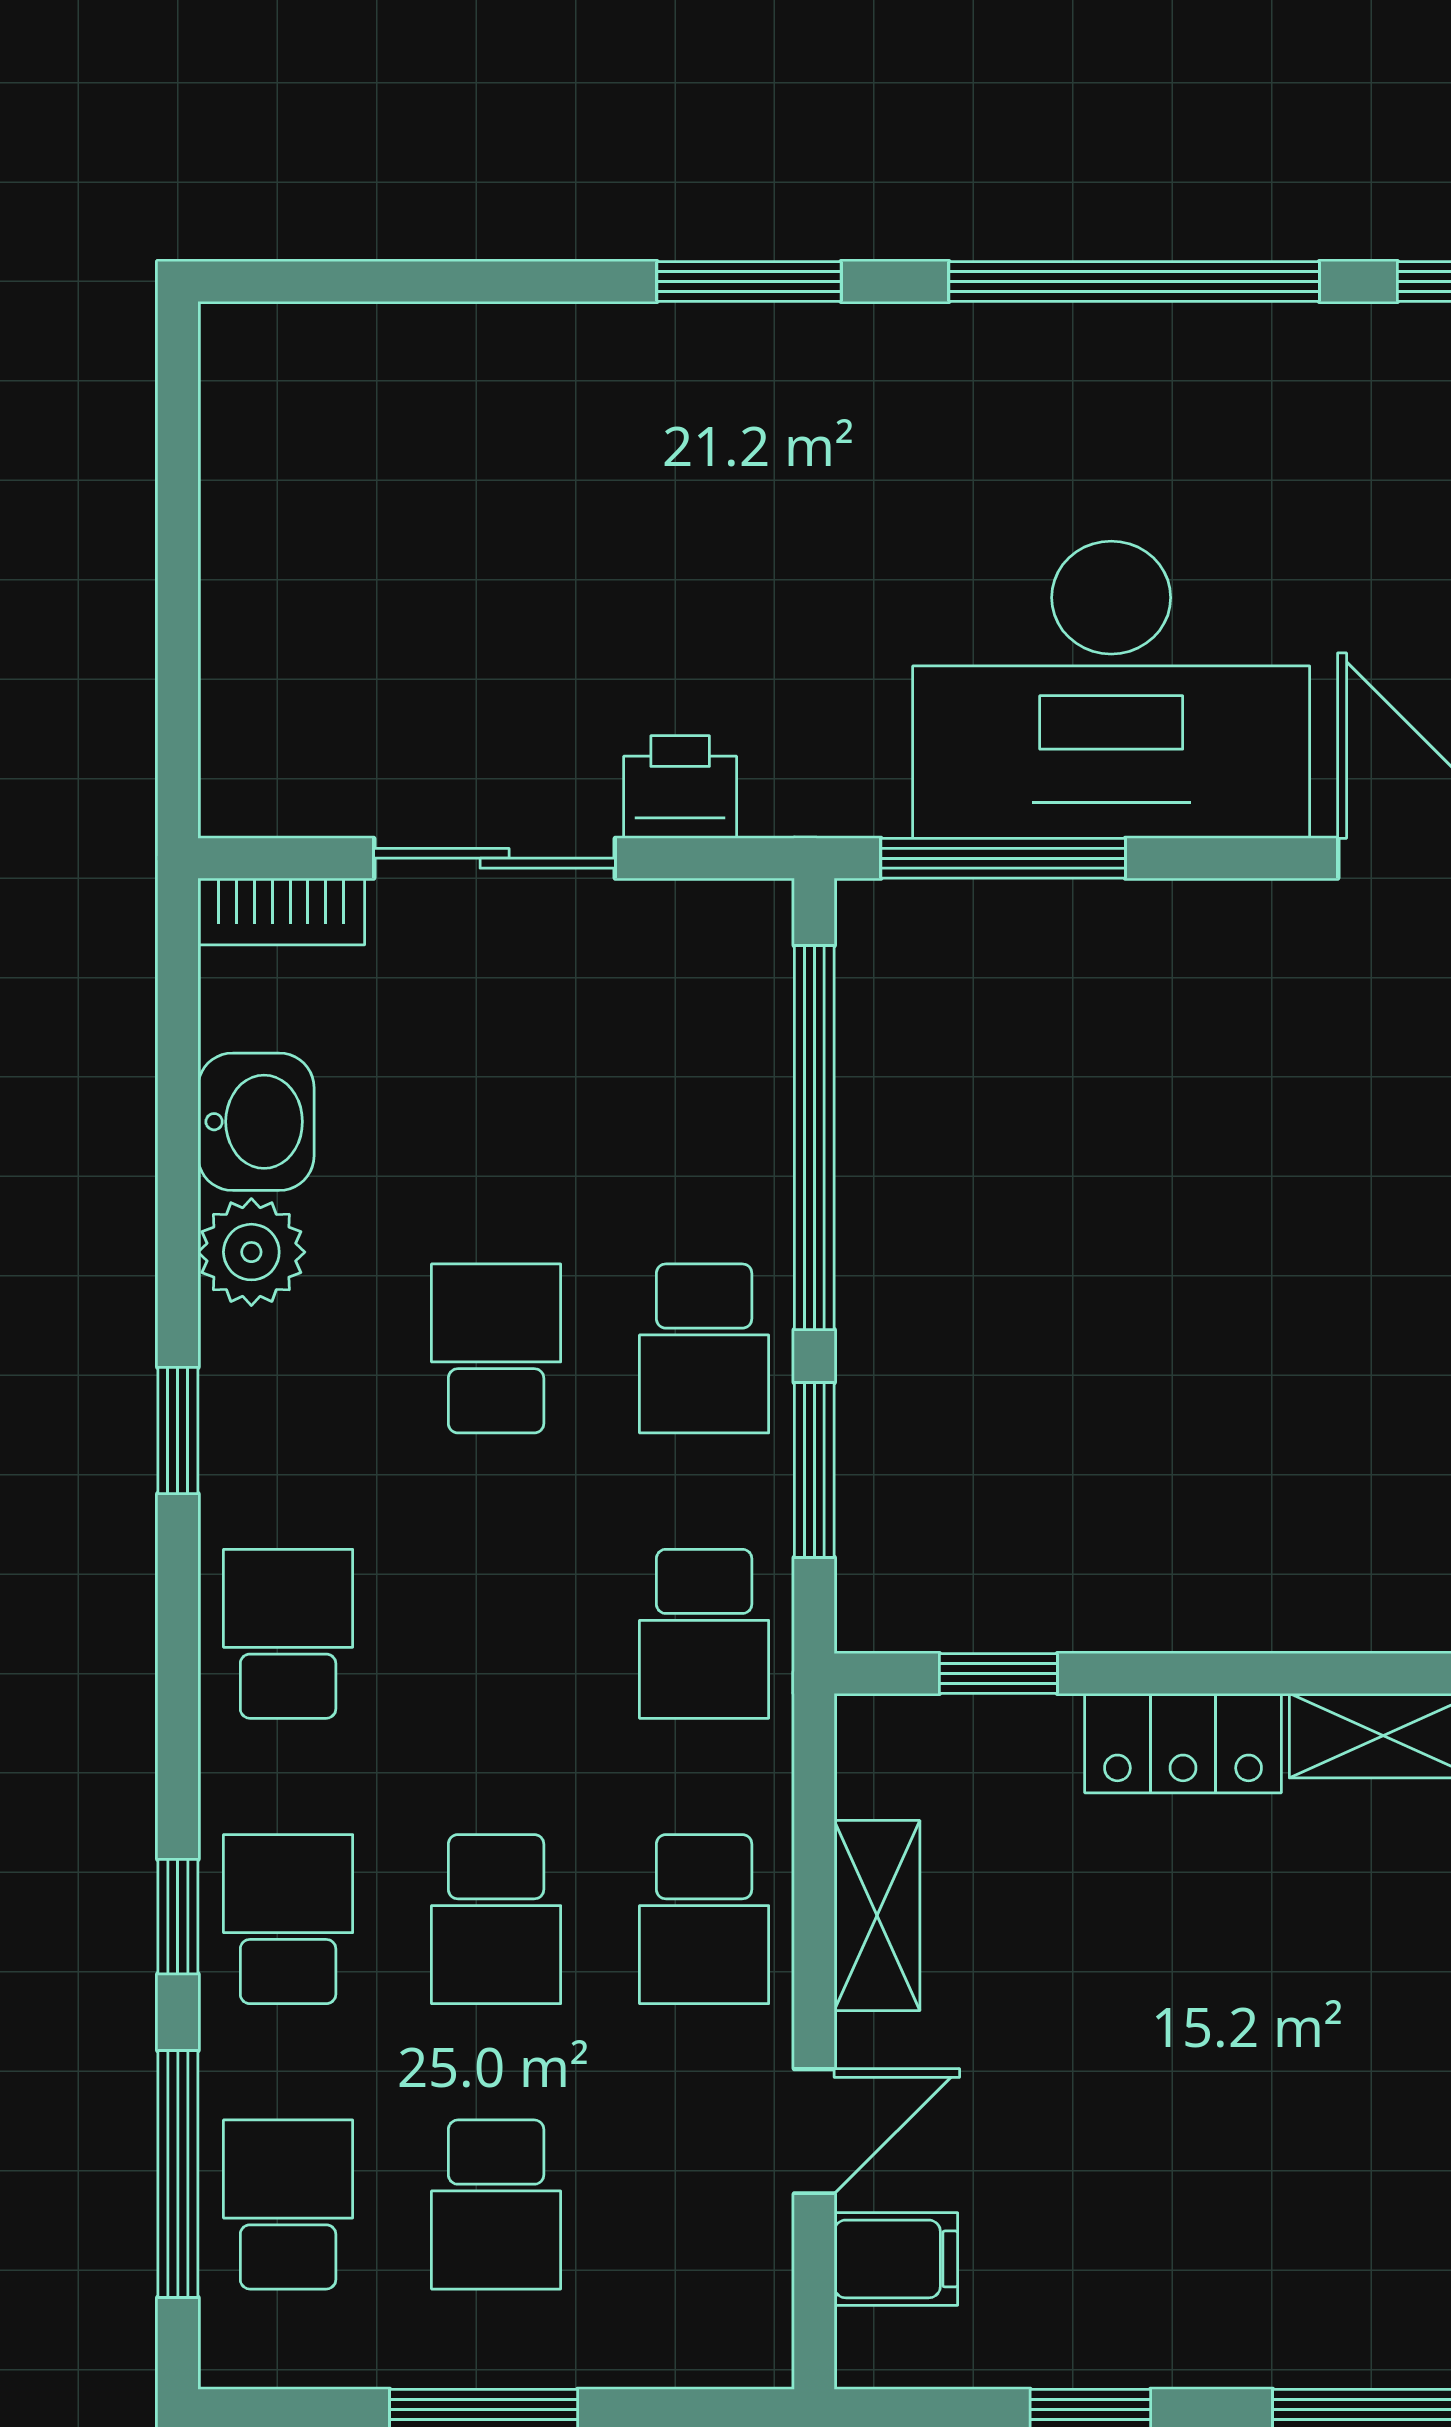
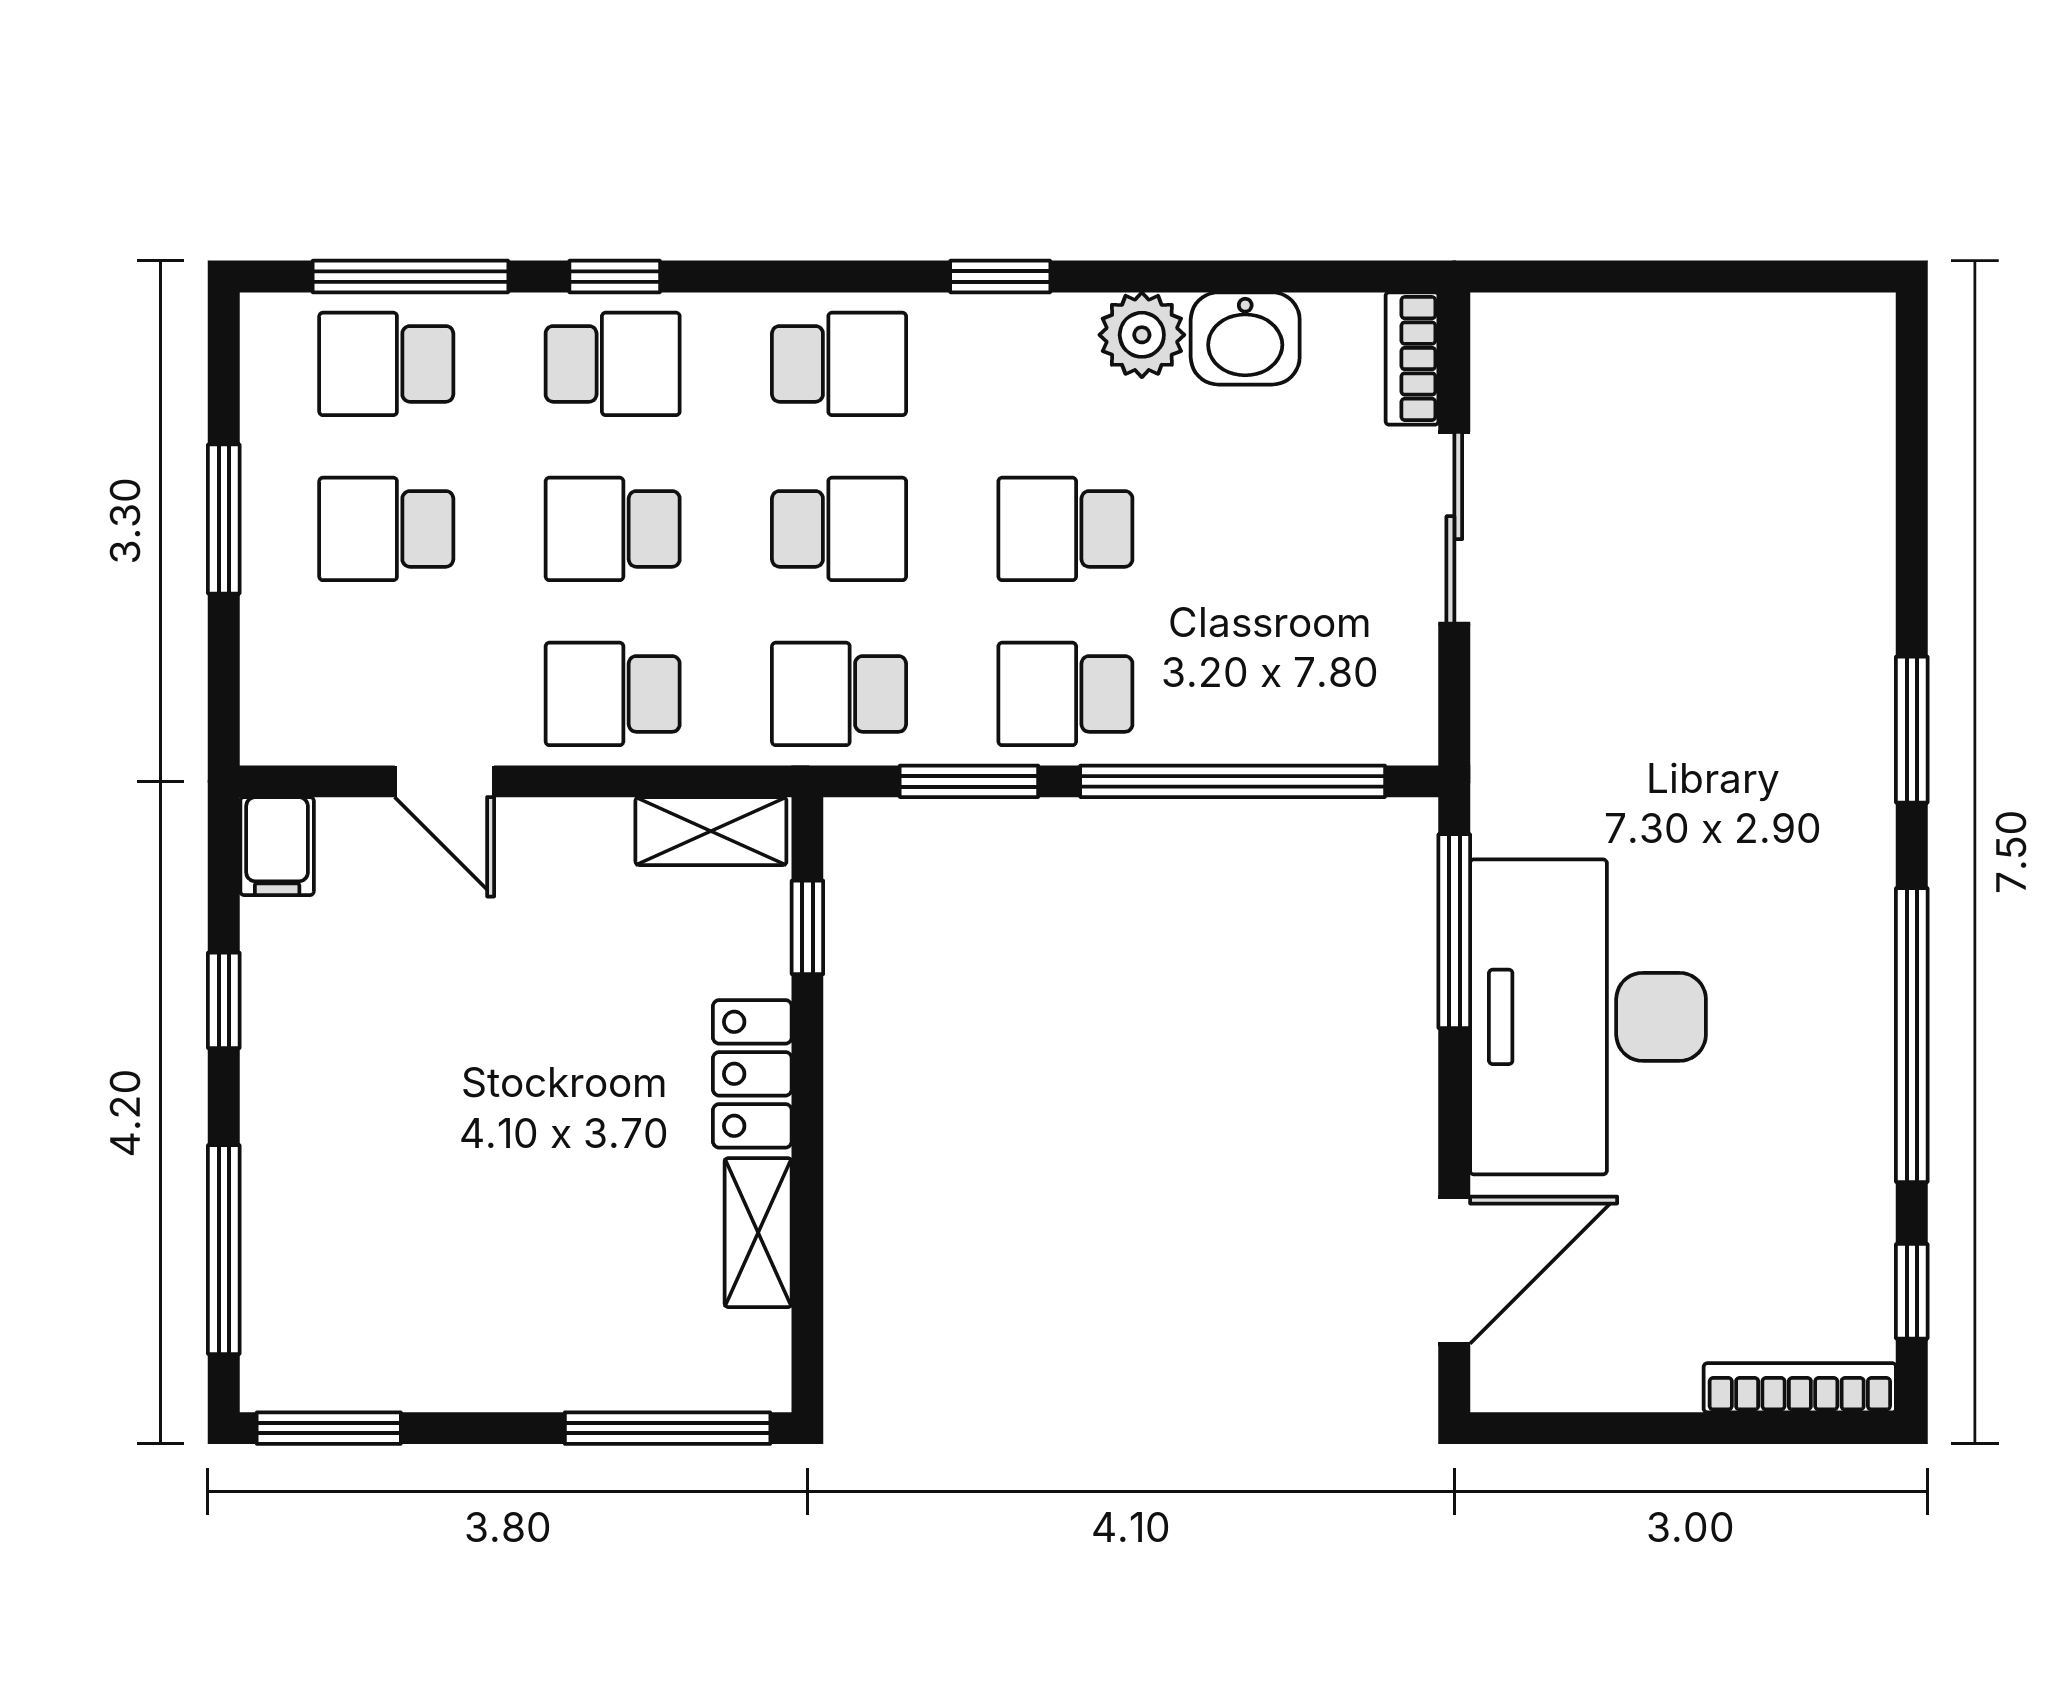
printer: (680, 787) -> (1511, 675), removed
school desk: (496, 1348) -> (1065, 529), turned 180
school desk: (496, 1634) -> (839, 529), added
shelving: (877, 1916) -> (711, 831), moved
school desk: (288, 2205) -> (386, 364), turned 180
filing cabinet: (896, 2259) -> (277, 846), moved

